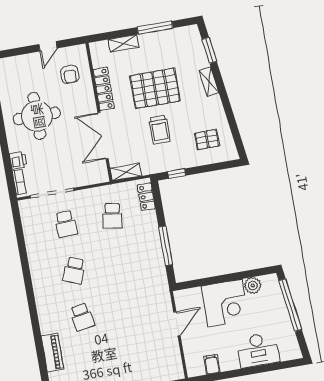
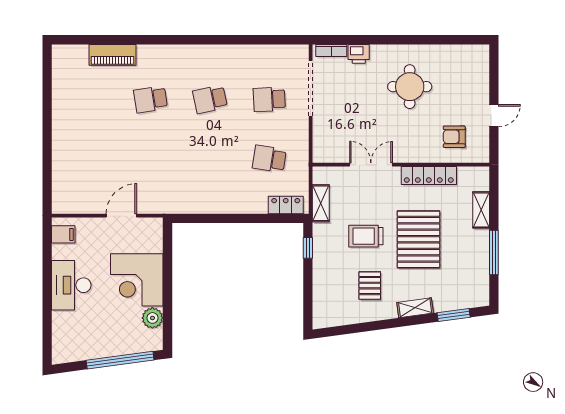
door: (48, 46) -> (494, 116), swing flipped
round table: (37, 116) -> (410, 87), width x0.73, depth x0.73
double door: (103, 136) -> (371, 165), width x0.73
pallet: (207, 139) -> (370, 286), moved
shelving: (126, 172) -> (321, 203), moved
window: (166, 246) -> (221, 218), removed
school desk: (74, 270) -> (210, 99), turned -33
door: (177, 324) -> (121, 216), swing flipped
desk: (258, 350) -> (71, 285), moved
filing cabinet: (212, 364) -> (63, 234), moved

